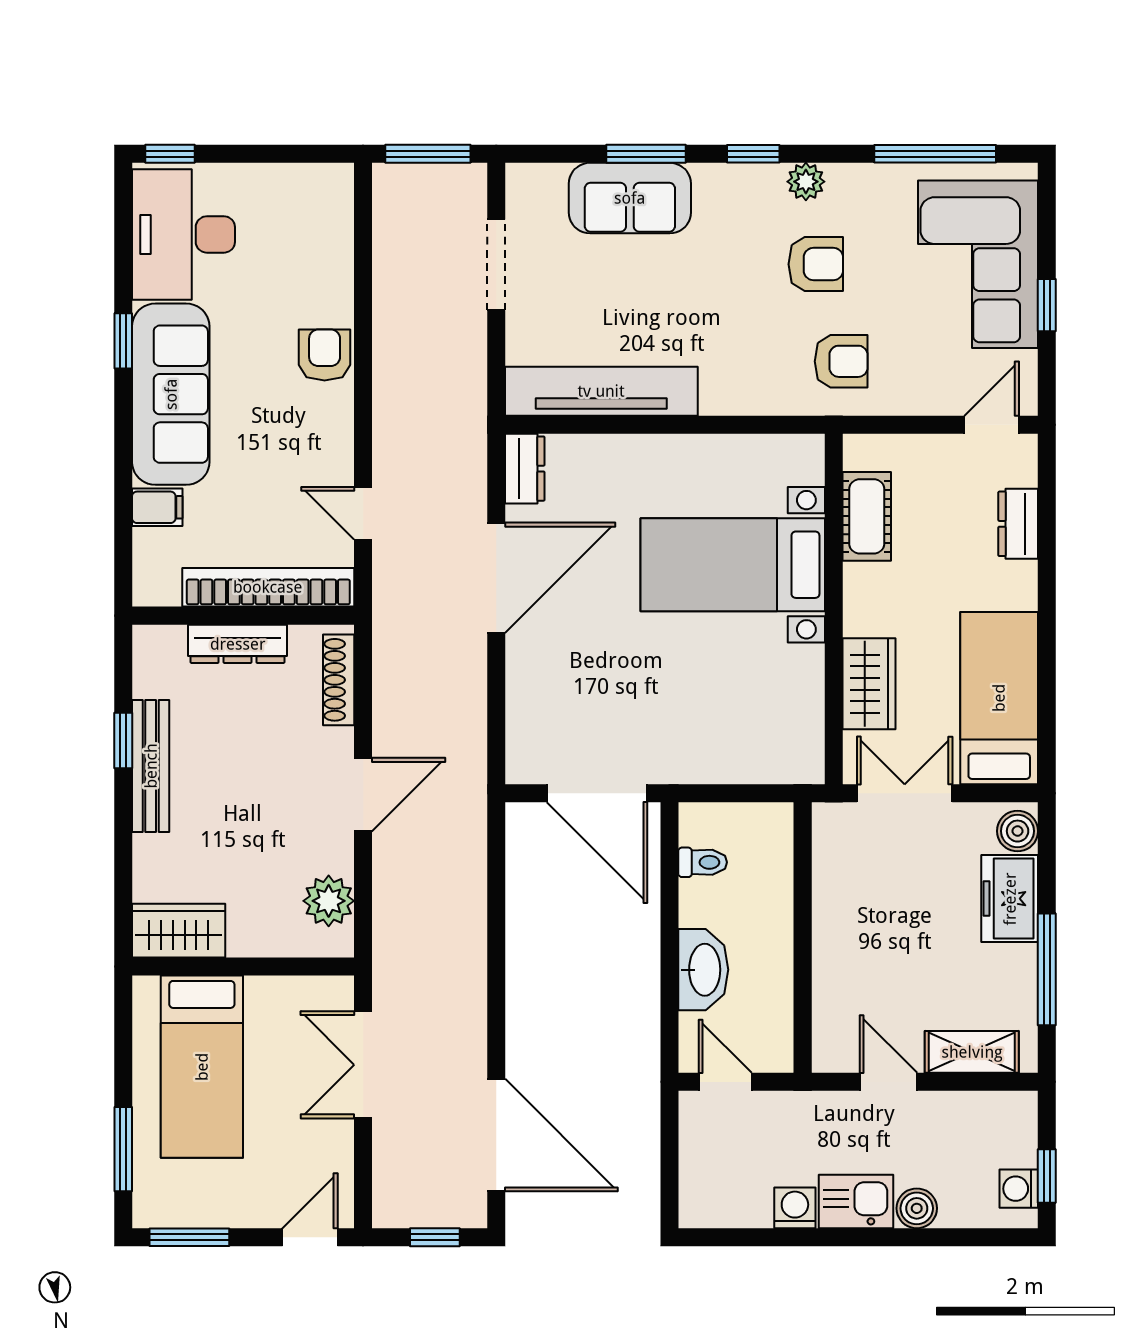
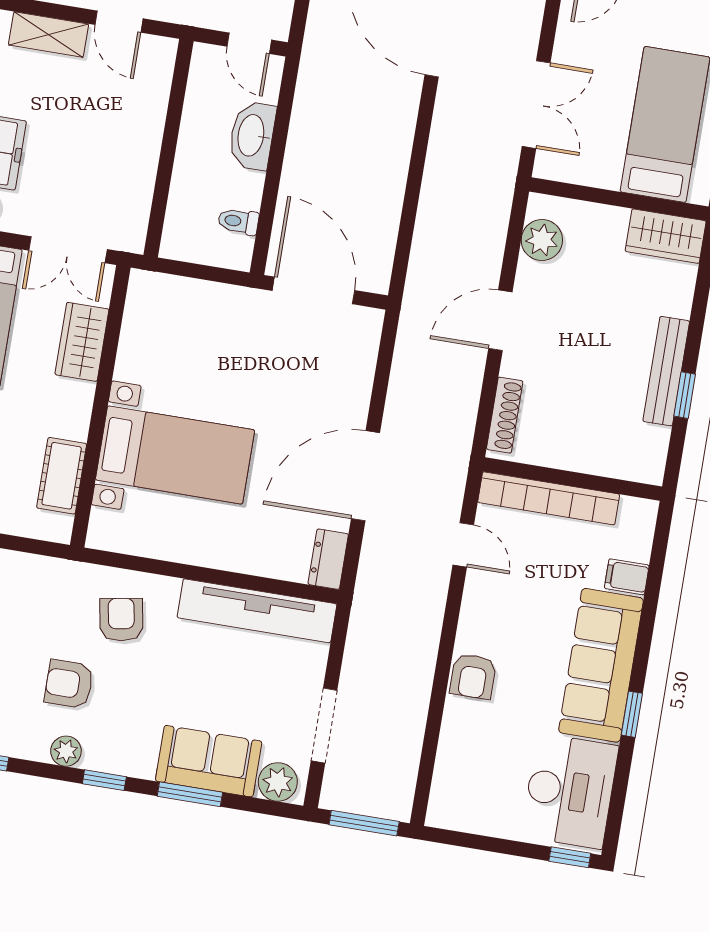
plant: (541, 187) -> (278, 782), added
armchair: (841, 361) -> (121, 620), moved, turned 80
dresser: (238, 644) -> (581, 457), removed

